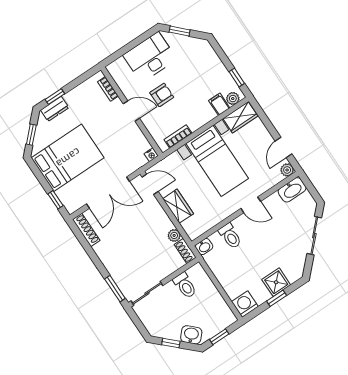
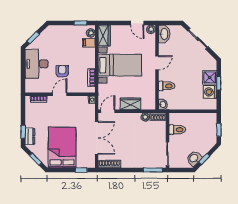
washing machine: (245, 304) -> (210, 92), moved
washbasin: (191, 335) -> (194, 158), moved

